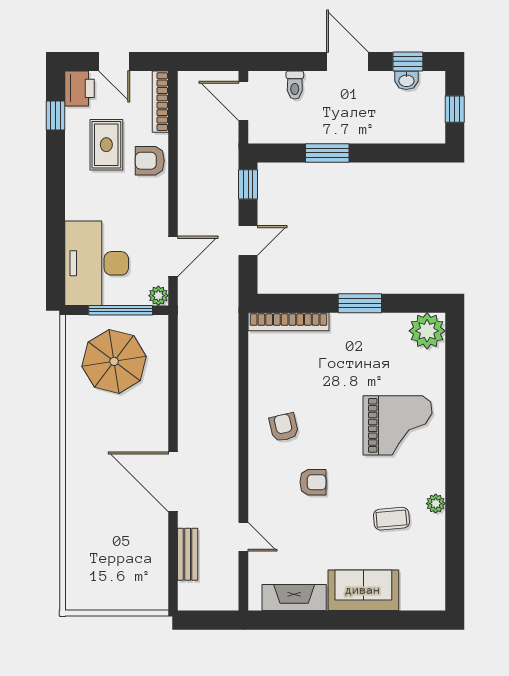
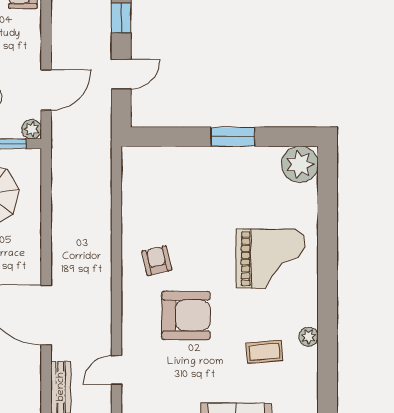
bookcase: (288, 322) -> (162, 155), removed
armchair: (313, 482) -> (186, 315), width x1.88, depth x1.88
door: (243, 537) -> (116, 370), swing flipped

